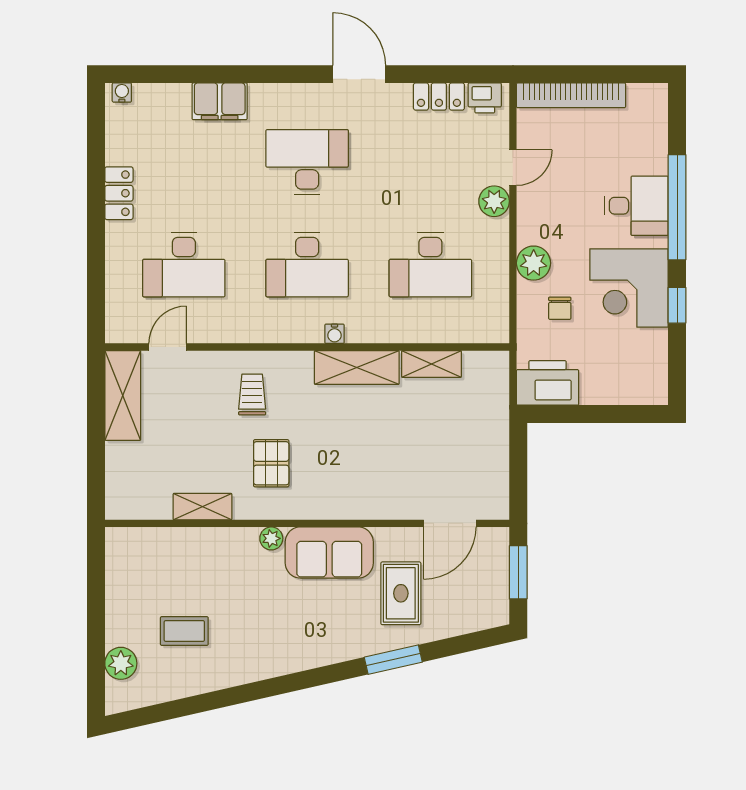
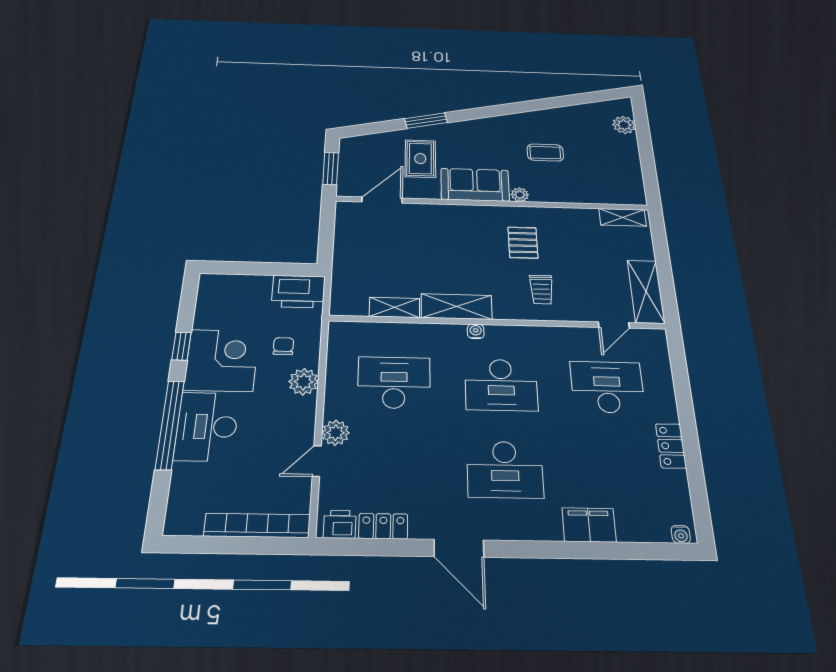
desk: (636, 206) -> (207, 427), width x1.37
desk: (307, 264) -> (501, 385), turned 180
shelving: (202, 507) -> (623, 217), moved
coffee table: (184, 631) -> (545, 153), moved

